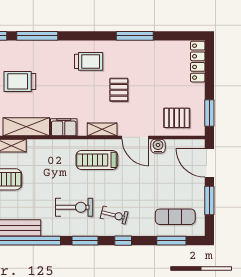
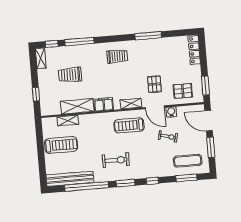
pallet: (119, 90) -> (154, 84), moved
exercise bike: (114, 215) -> (168, 137), moved

